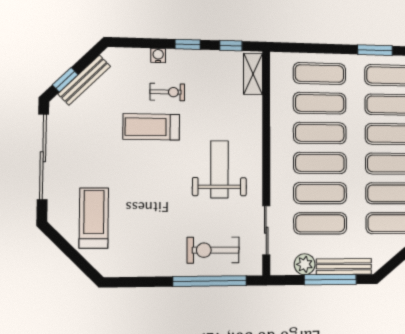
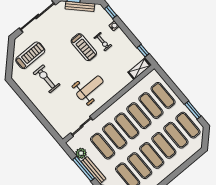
window: (188, 44) -> (111, 12), moved
treadmill: (151, 127) -> (84, 47), turned 180
exercise bike: (213, 250) -> (47, 79), moved
window: (210, 281) -> (43, 121), removed

